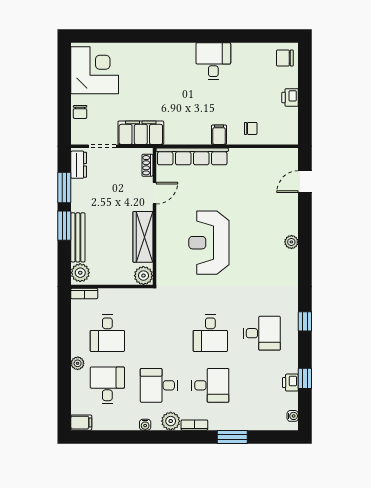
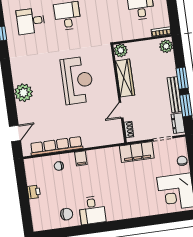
chair: (285, 58) -> (67, 214), moved
row of seats: (192, 156) -> (56, 146), moved
bench: (78, 237) -> (175, 95), moved
plant: (291, 242) -> (23, 93), width x1.88, depth x1.88

